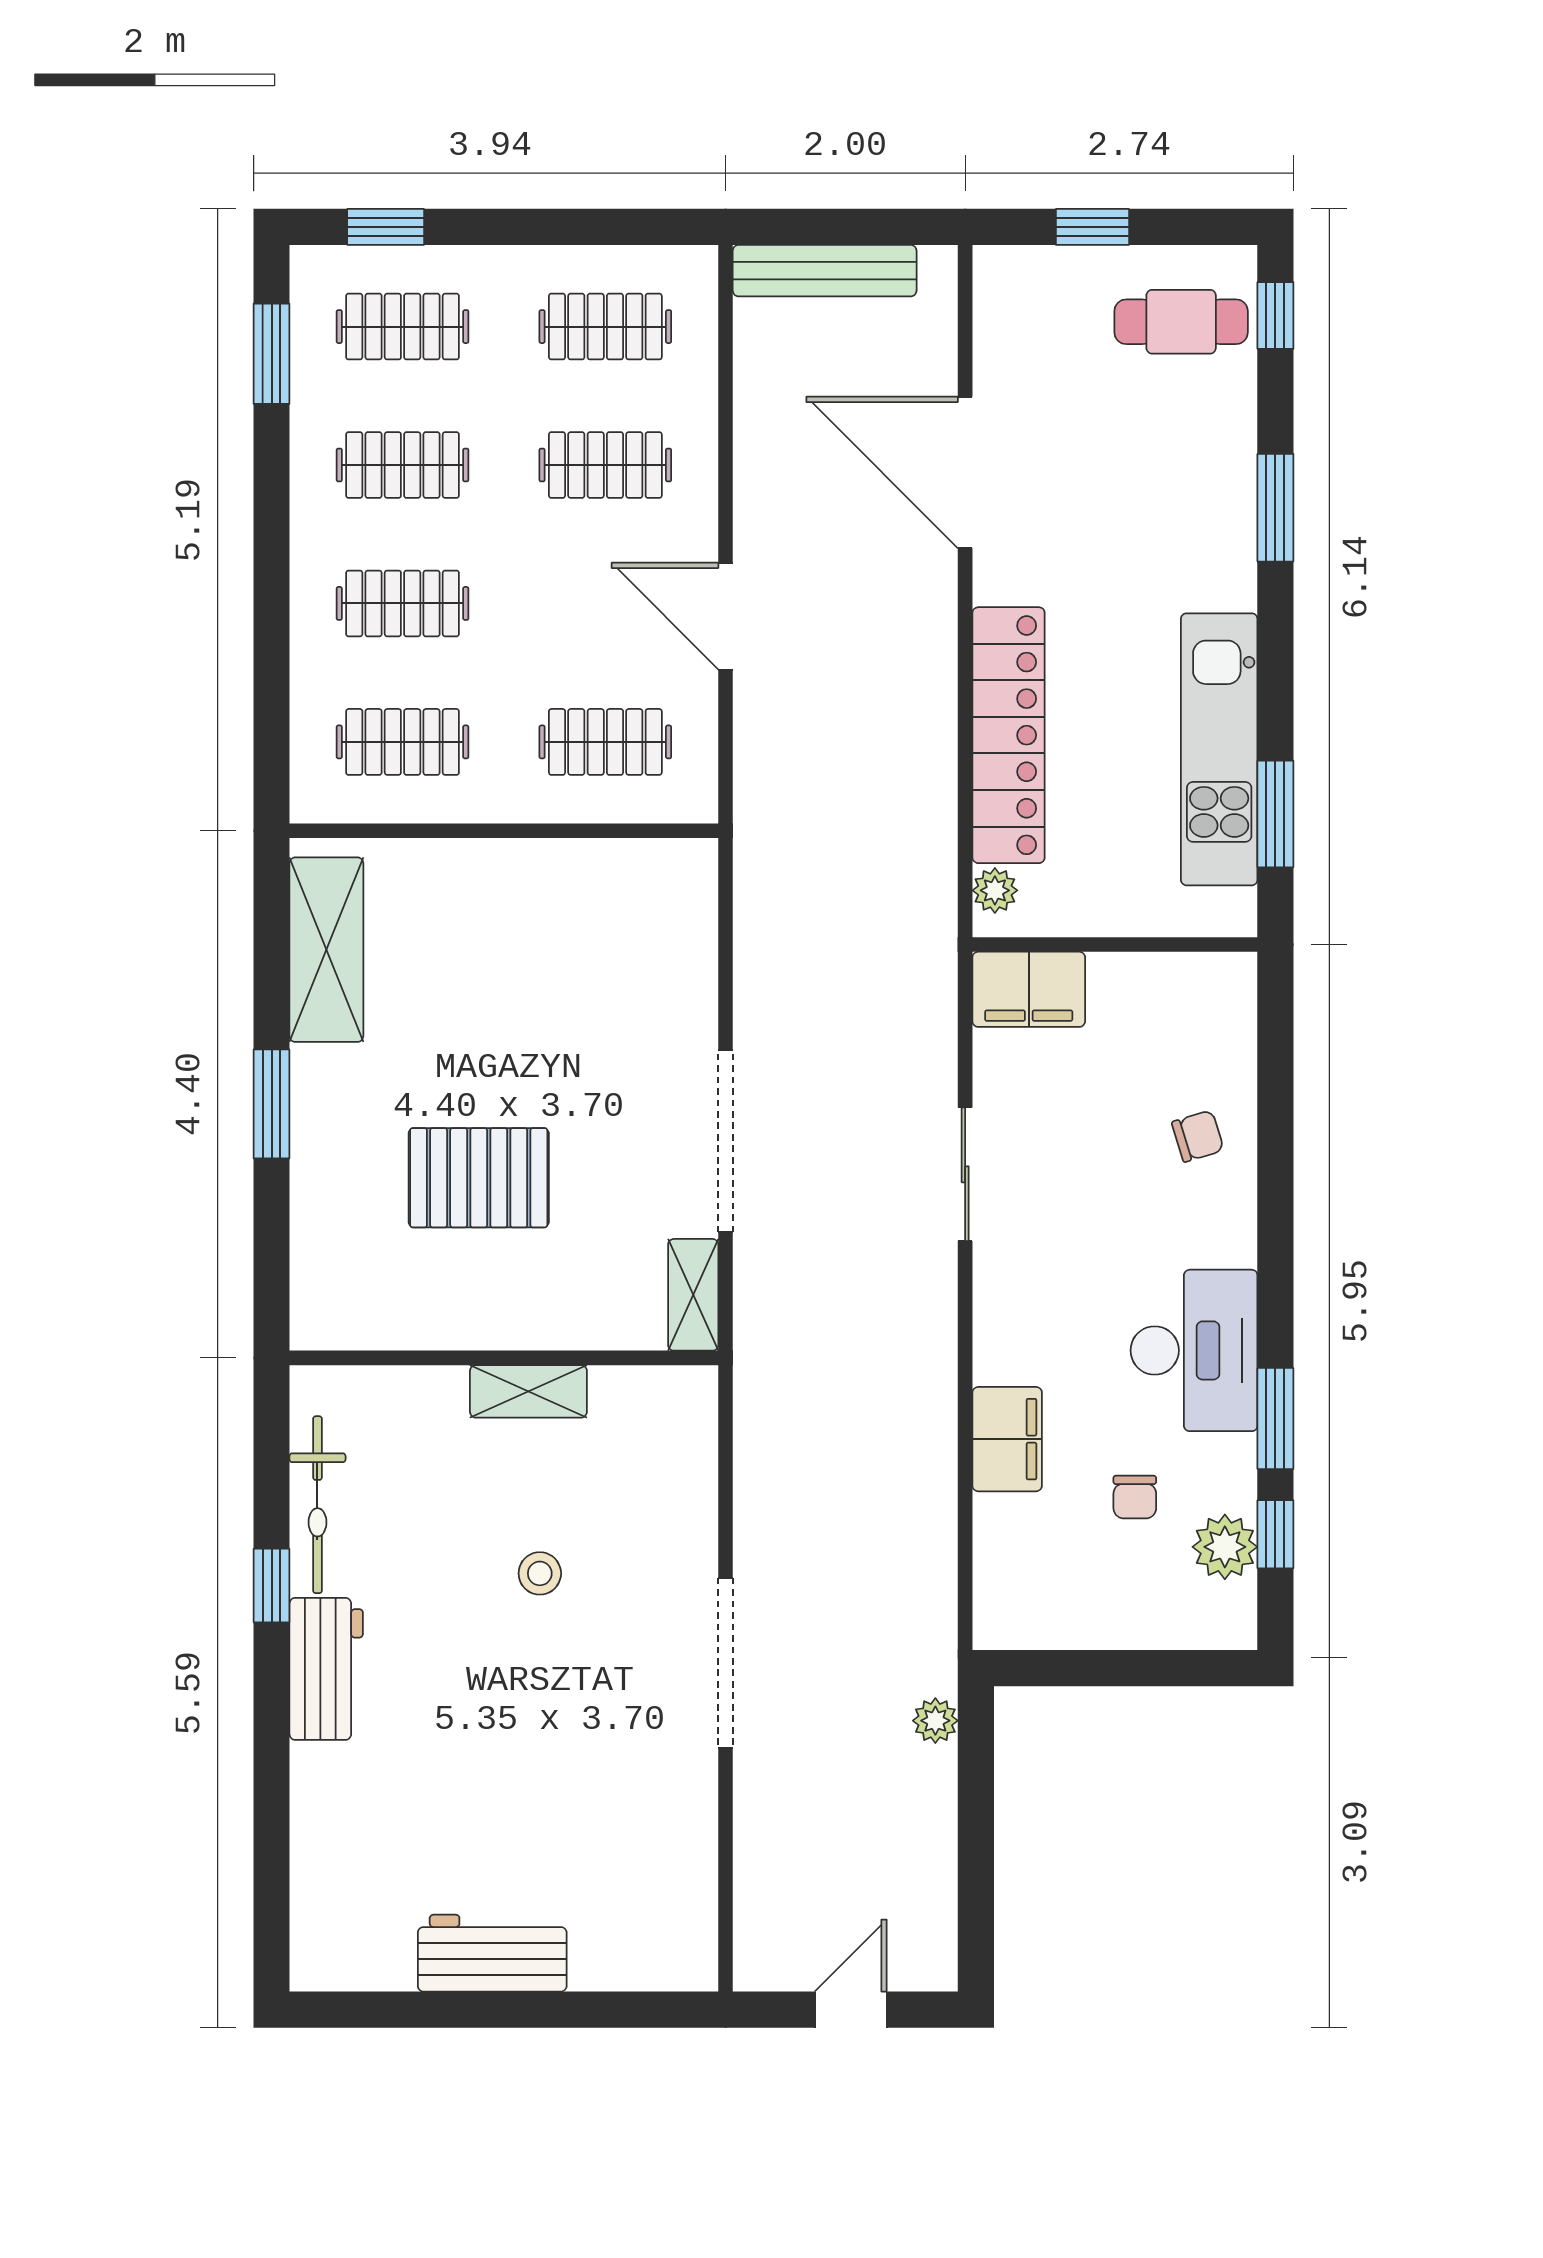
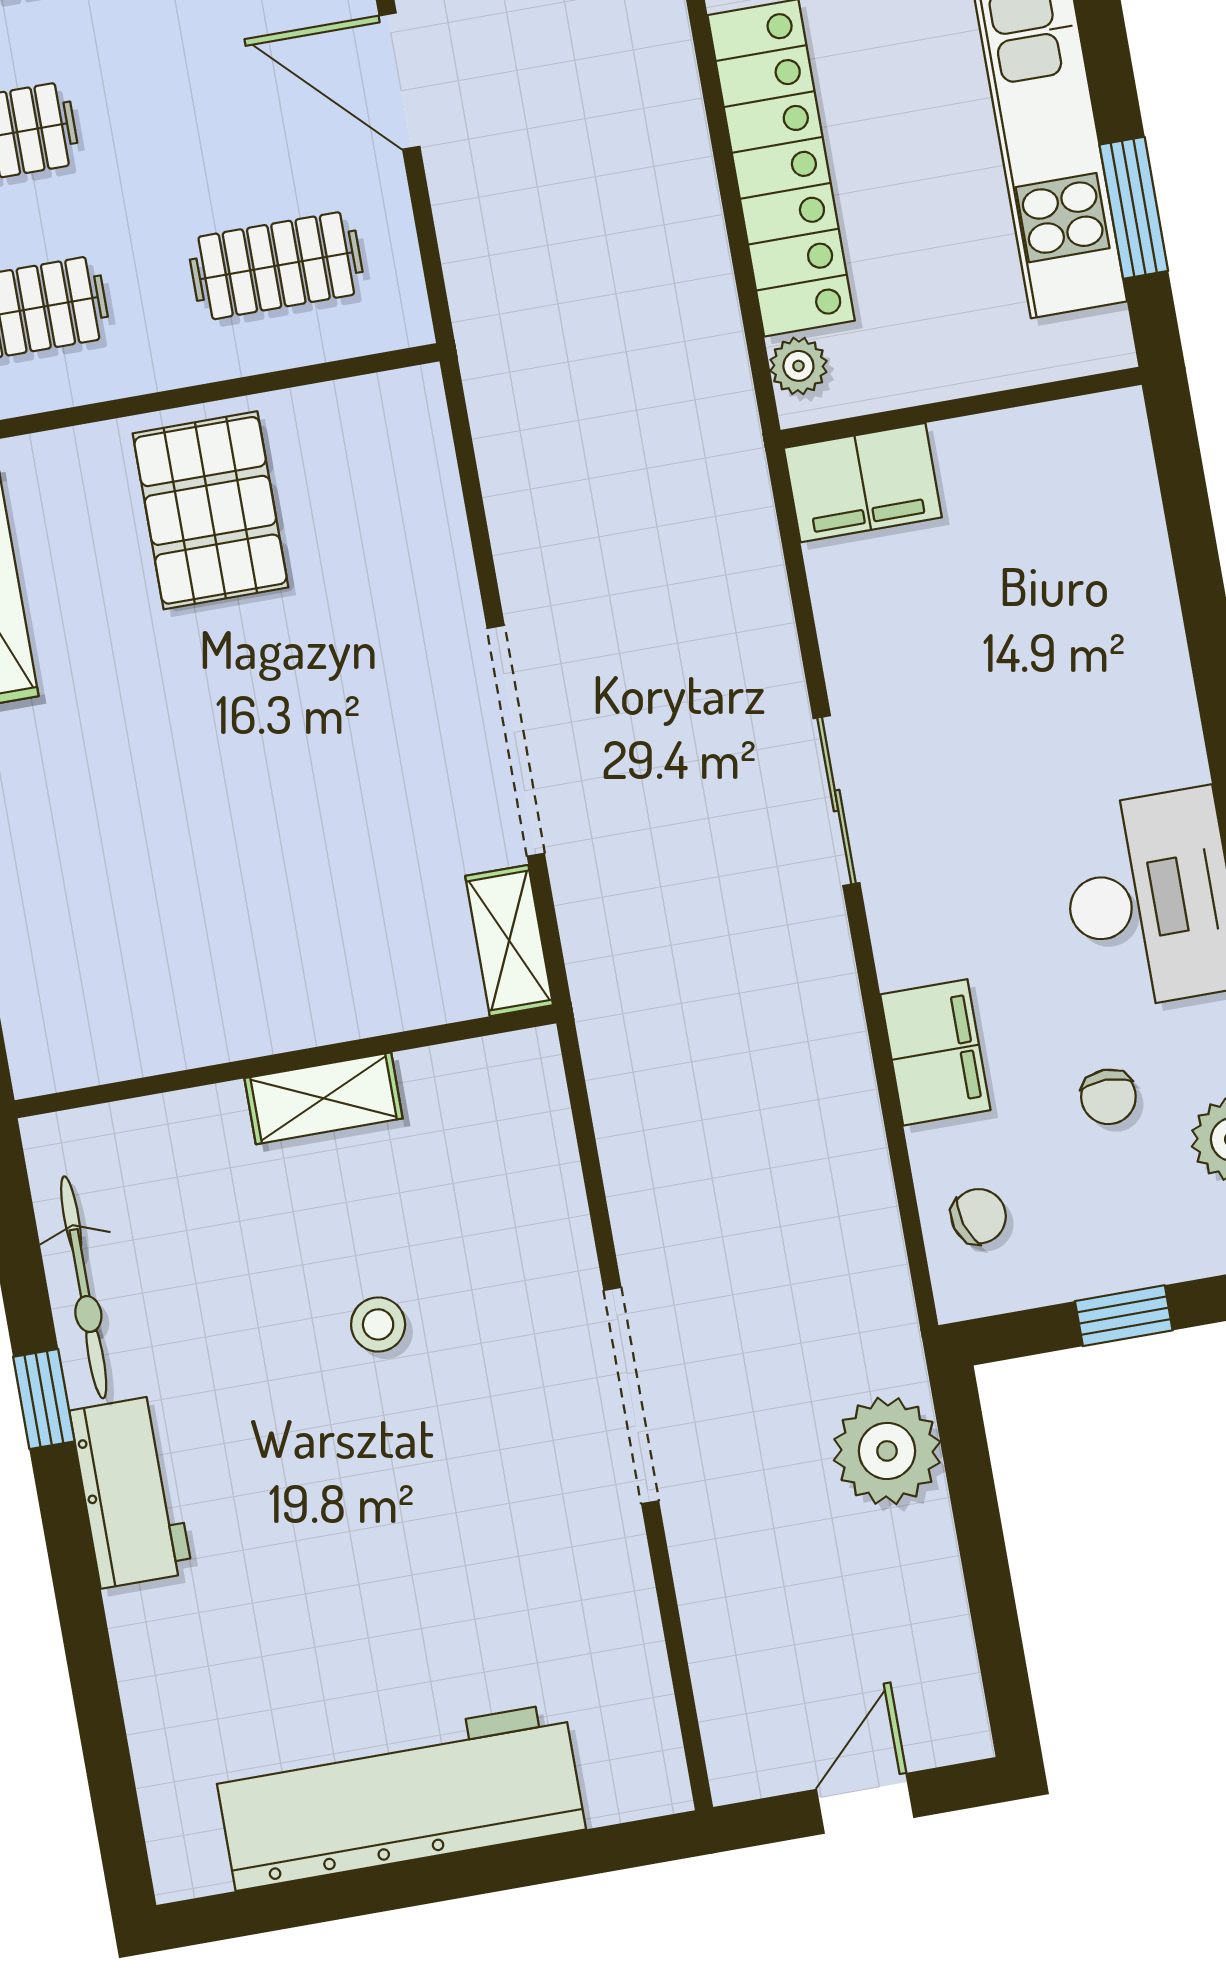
chair: (1198, 1136) -> (979, 1216), moved
sliding door: (965, 1174) -> (837, 801), moved
pallet: (479, 1178) -> (210, 510), moved, turned 90
window: (1117, 1668) -> (1124, 1316), added
plant: (935, 1721) -> (887, 1451), width x1.88, depth x1.88
workbench: (492, 1953) -> (400, 1796), width x1.88, depth x1.32

